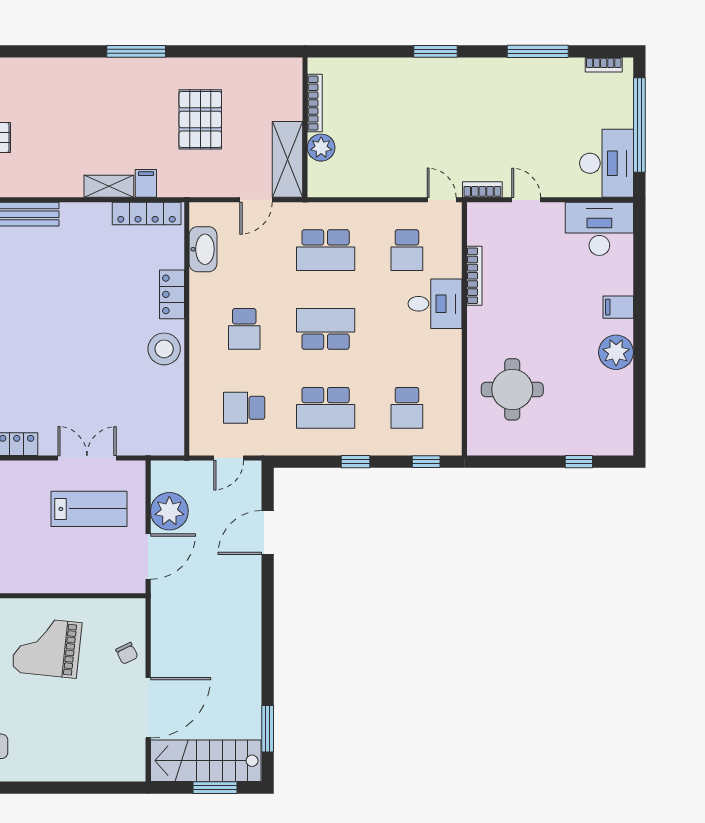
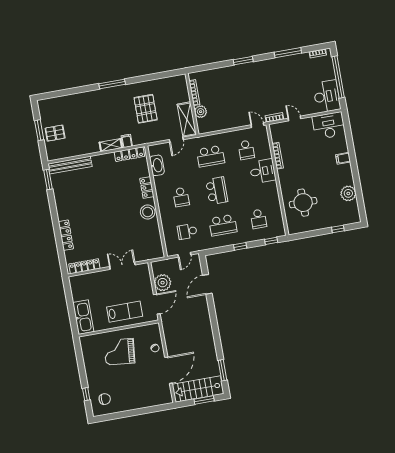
school desk: (326, 329) -> (217, 191), turned 90
plant: (616, 352) -> (348, 193), moved
lab bench: (89, 509) -> (125, 312), moved

